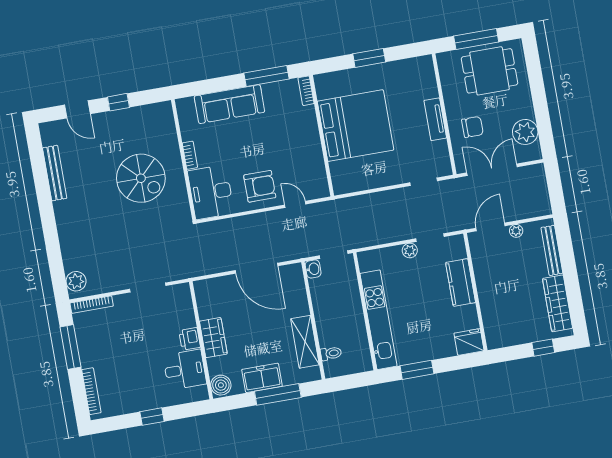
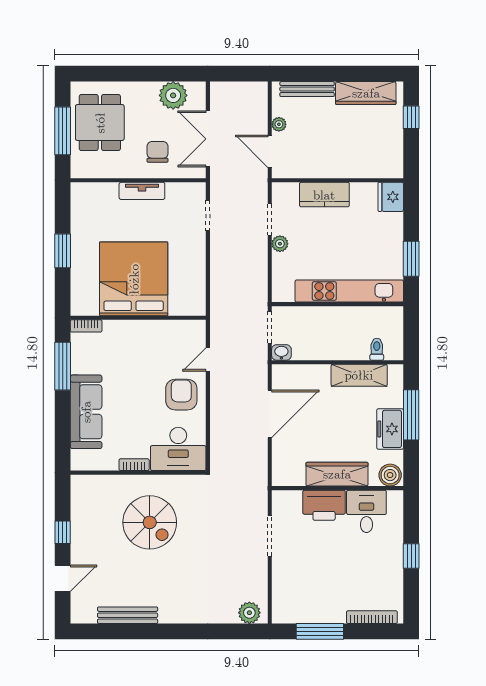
spiral stairs: (141, 178) -> (150, 522), turned 90
bookcase: (92, 305) -> (278, 600), removed
wardrobe: (213, 338) -> (337, 474), width x1.50
printer: (190, 339) -> (324, 505), width x1.87, depth x1.48

